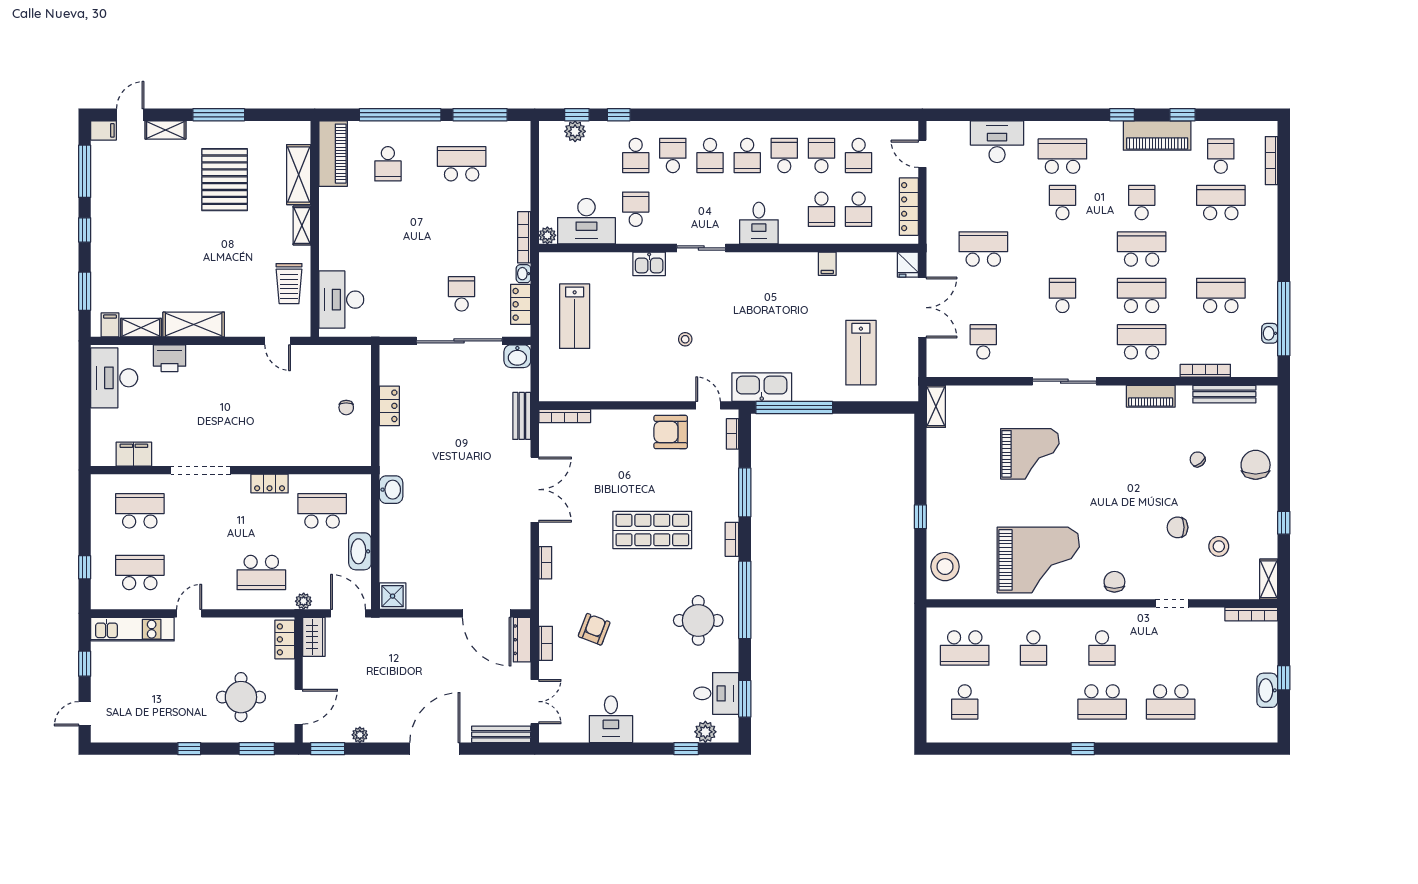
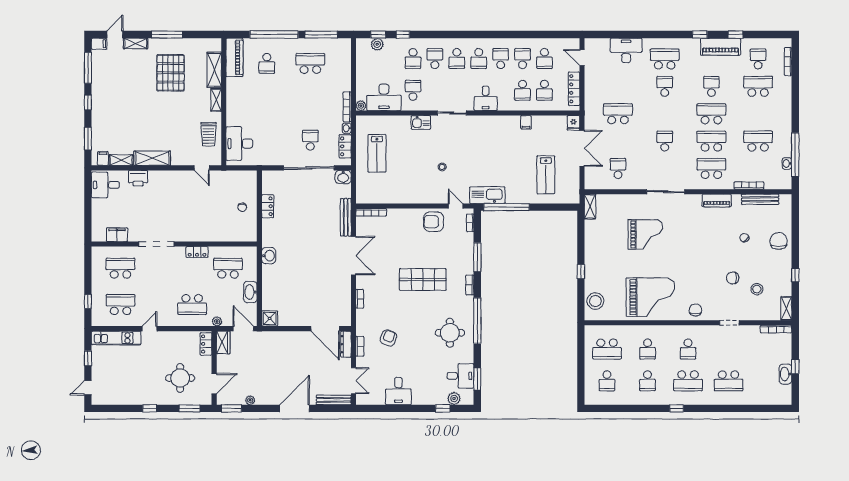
desk: (114, 378) -> (105, 185), width x0.73
bench: (522, 416) -> (346, 217), width x1.36
school desk: (1033, 702) -> (648, 381), added

